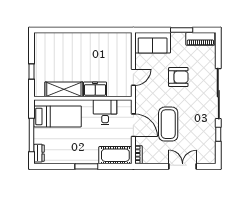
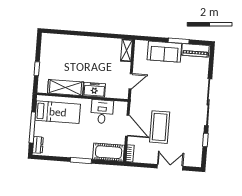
sofa: (153, 43) -> (164, 52), moved
shelving: (126, 44) -> (127, 50), added
armchair: (178, 77) -> (172, 84), removed

